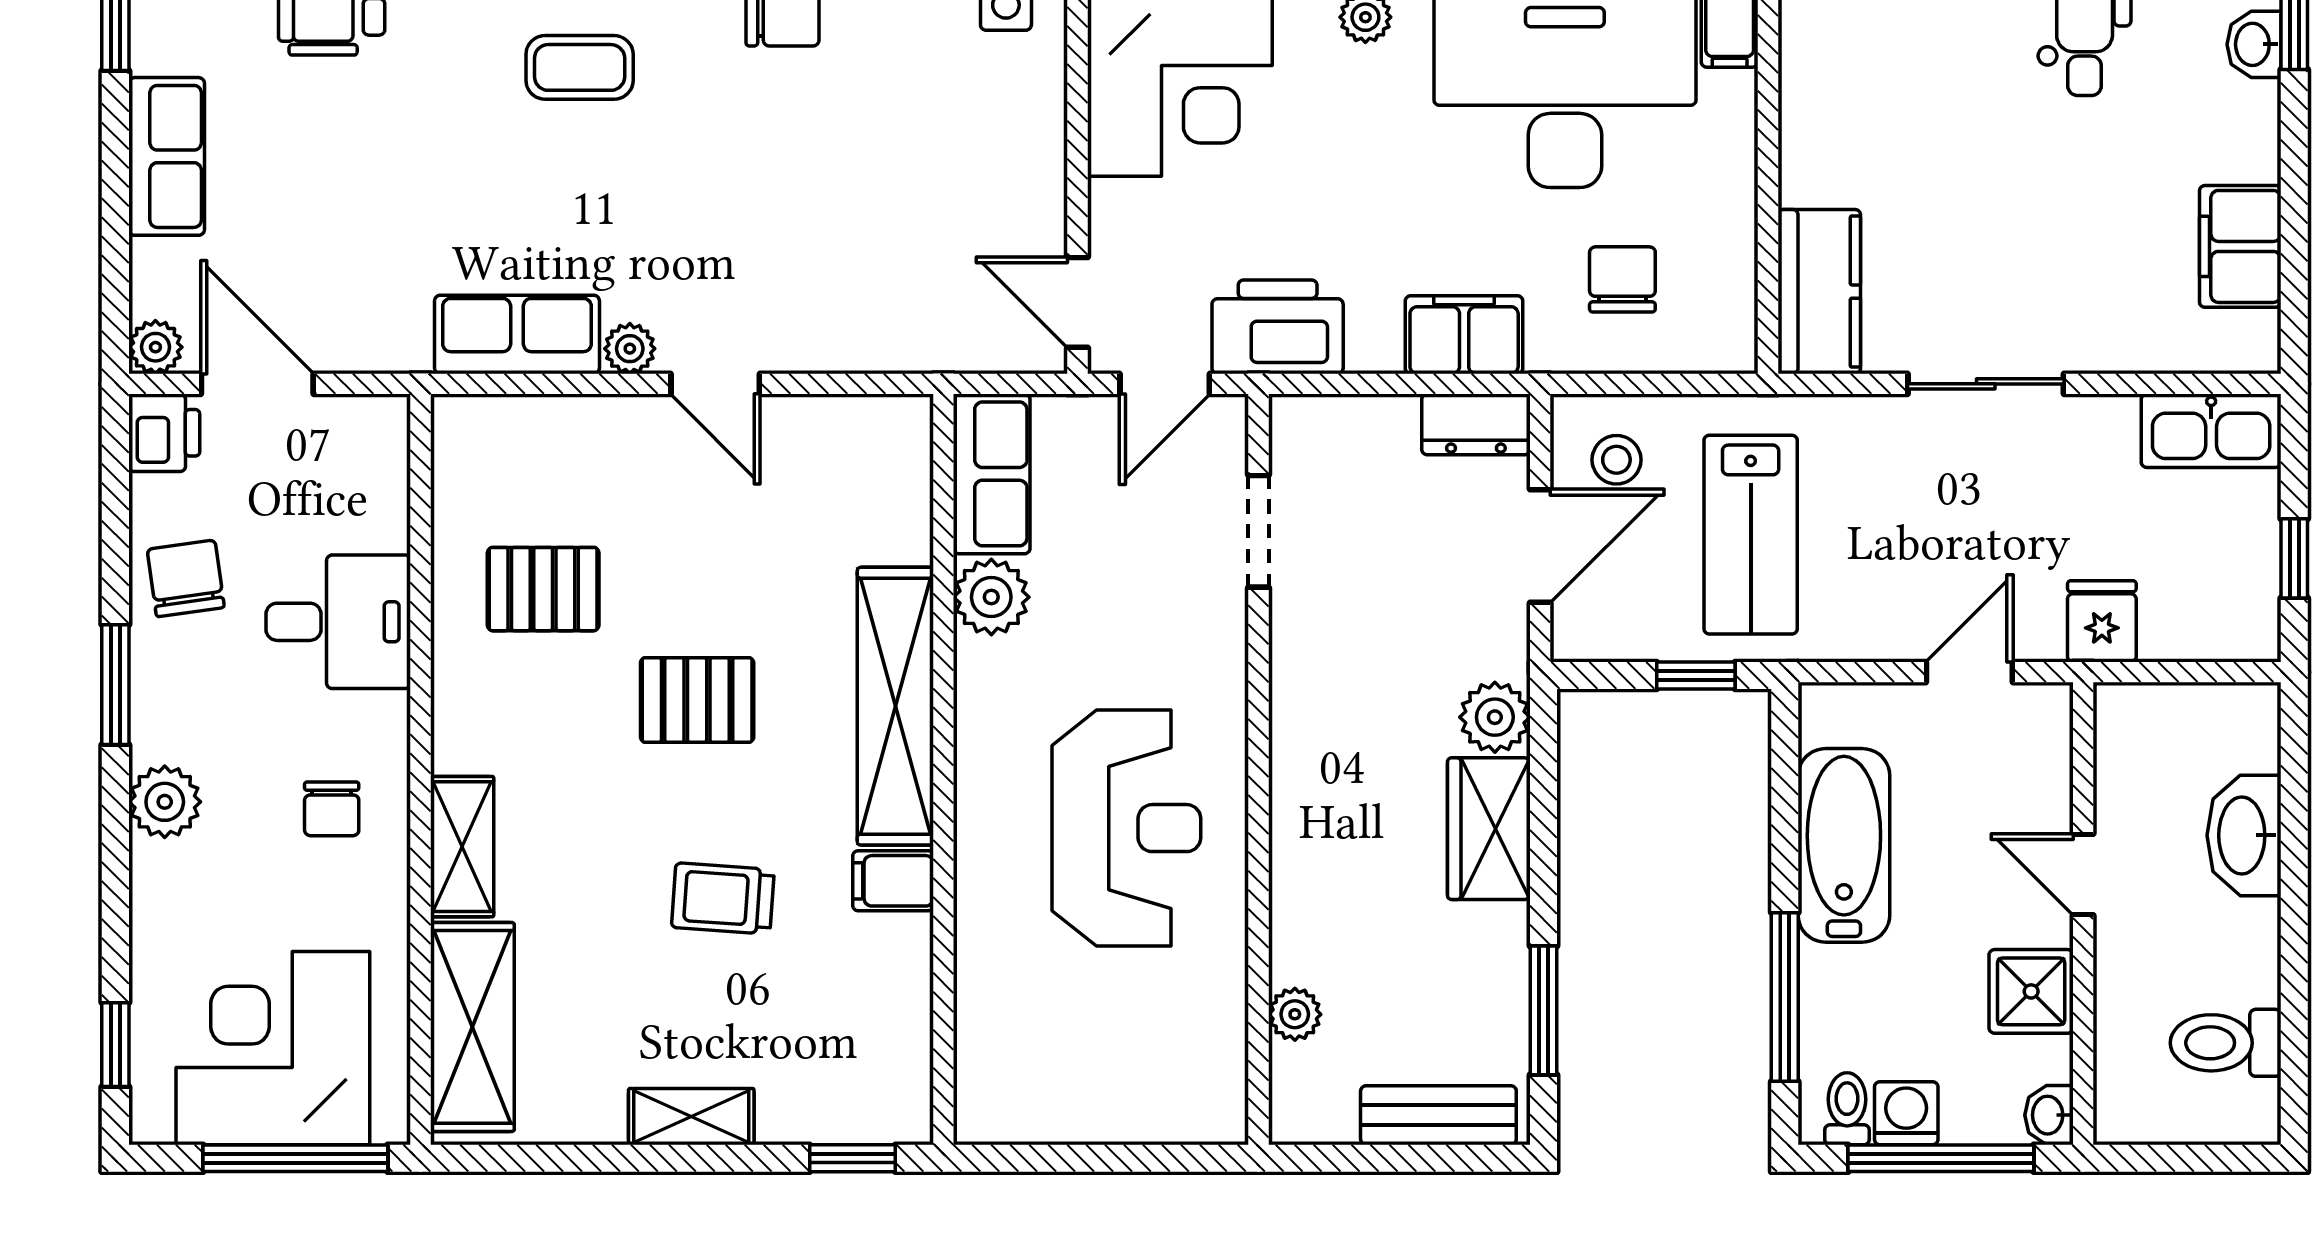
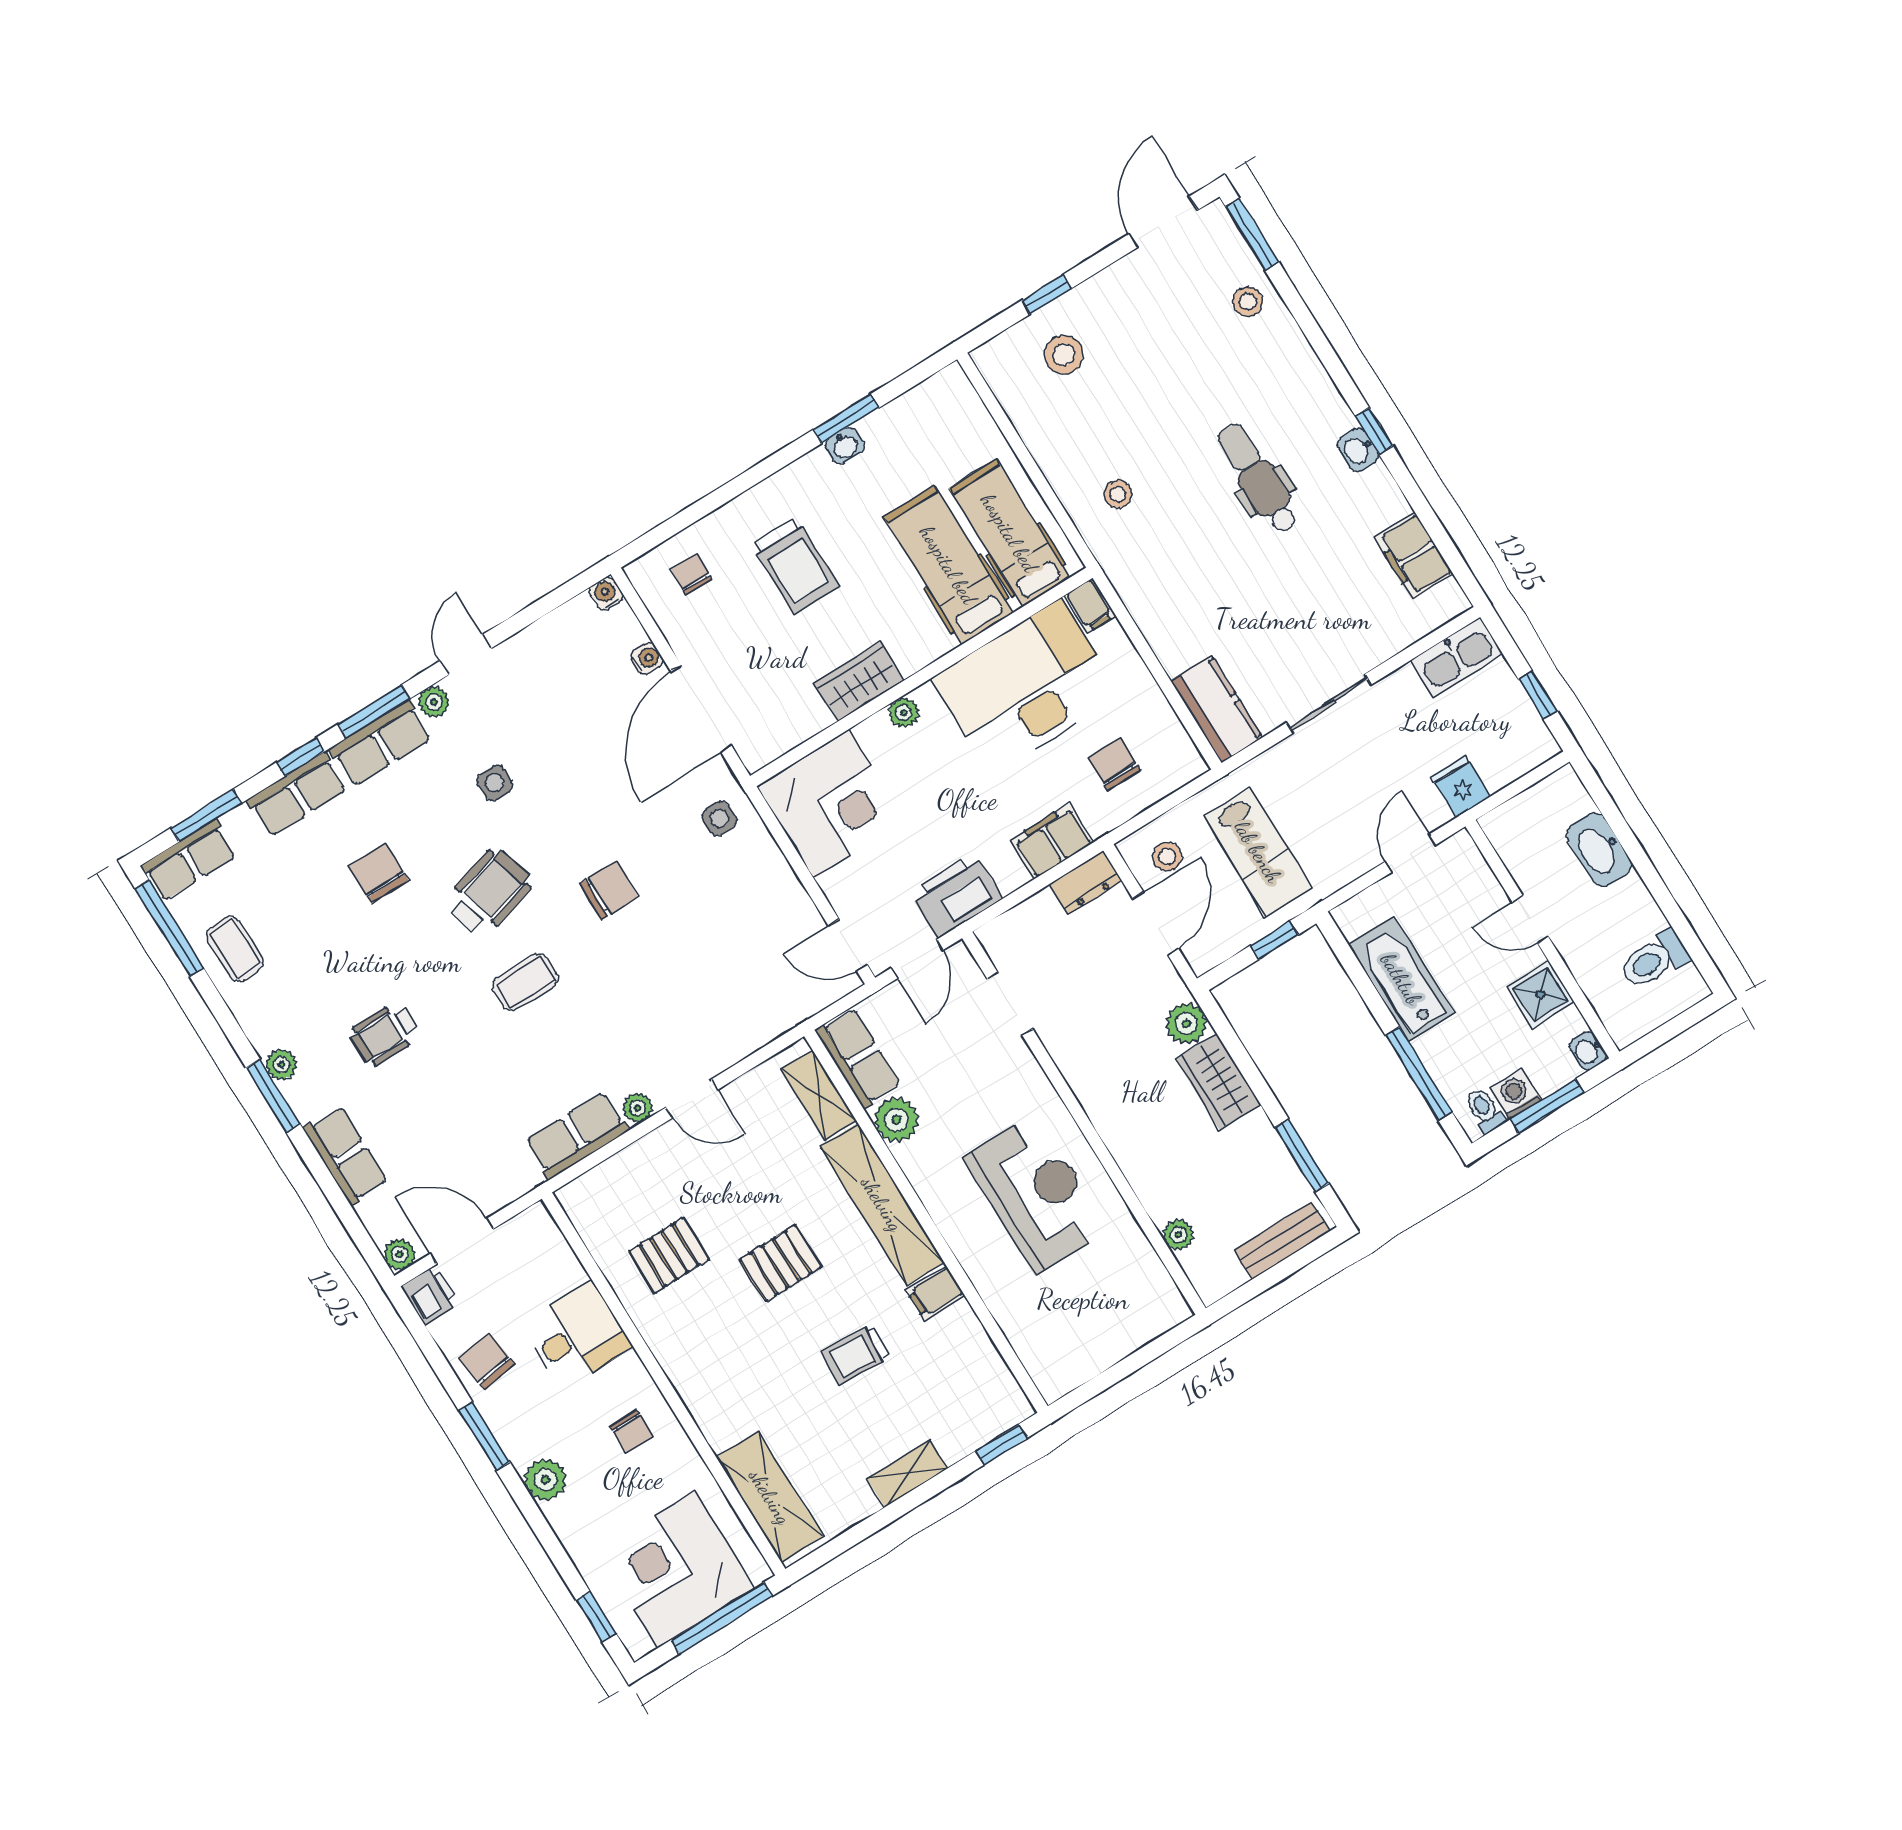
shelving: (462, 847) -> (819, 1095), moved
window: (1941, 1158) -> (1547, 1106), width x0.69

